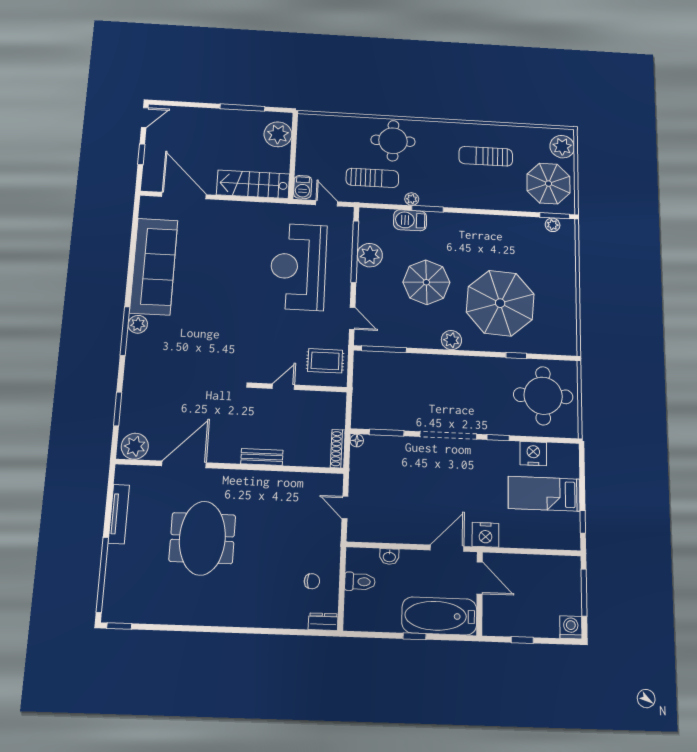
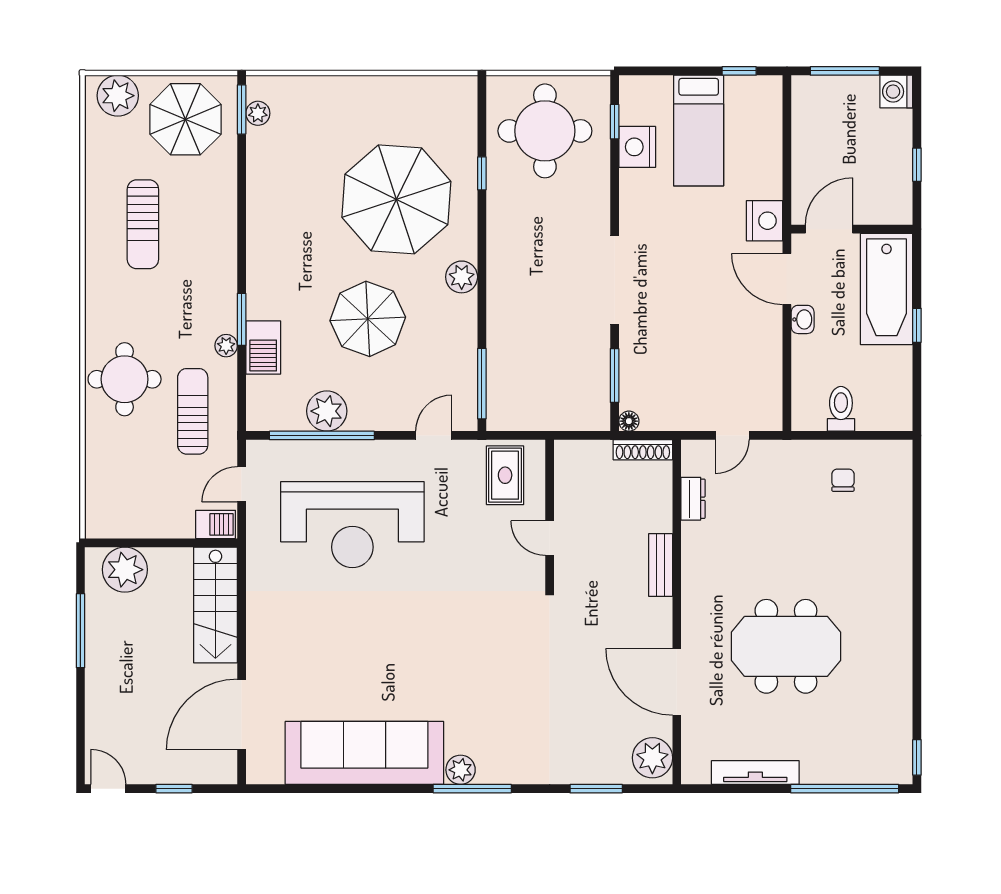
window: (498, 438) -> (615, 122), moved
washbasin: (389, 557) -> (803, 319), moved
dresser: (323, 622) -> (693, 499), moved, turned 180

